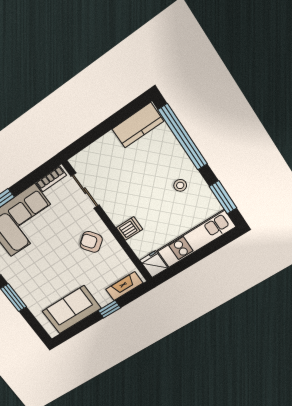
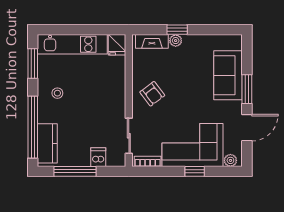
window: (112, 122) -> (75, 171), added
kitchen counter: (138, 125) -> (47, 143), moved, turned 90
dishwasher: (129, 228) -> (98, 157), moved, turned 90
plant: (104, 300) -> (176, 41), added
sofa: (72, 310) -> (228, 75), moved, turned 90

